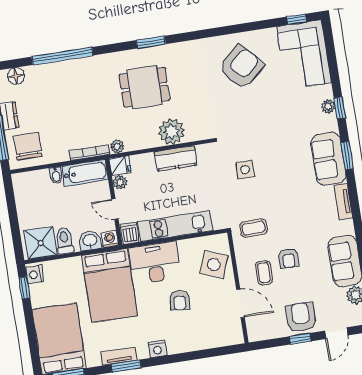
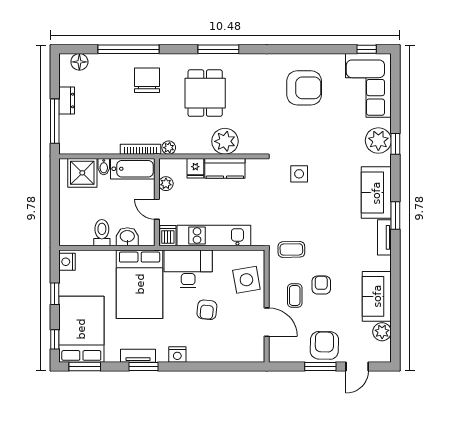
window: (151, 42) -> (218, 49), width x1.44
armchair: (241, 67) -> (304, 88), turned 42
dining table: (145, 87) -> (205, 93), turned 90
plant: (328, 106) -> (378, 141), width x1.87, depth x1.87
chair: (28, 146) -> (147, 80), moved
window: (347, 156) -> (395, 215), moved
fridge: (120, 166) -> (195, 168), moved, turned 90
side table: (245, 170) -> (299, 174), moved
washing machine: (110, 239) -> (147, 238), removed
shower: (41, 243) -> (82, 173), moved
armchair: (288, 258) -> (321, 285), turned 180
side table: (214, 265) -> (246, 280), turned -31
window: (24, 288) -> (55, 294), moved
window: (300, 339) -> (320, 367), width x1.50
window: (35, 353) -> (55, 339), added

